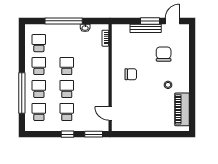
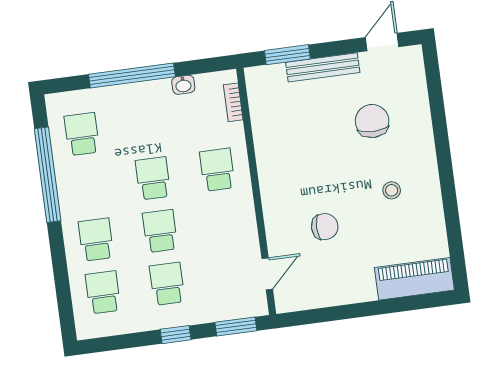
window: (150, 21) -> (287, 55), moved
school desk: (39, 66) -> (217, 170), moved
chair: (131, 74) -> (325, 227), moved
window: (22, 93) -> (48, 175), moved
piano: (182, 109) -> (414, 279), moved, turned 90
door: (110, 113) -> (267, 274), swing flipped

